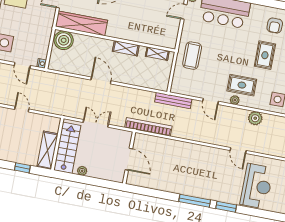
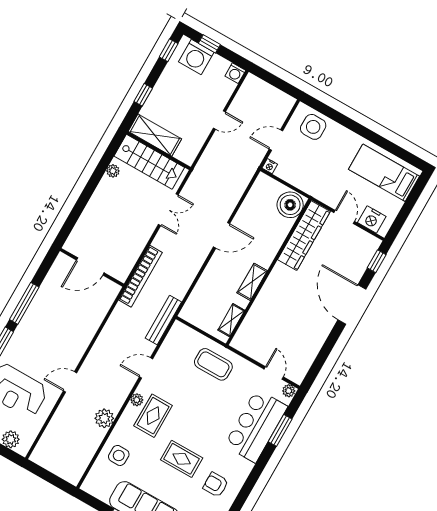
wall: (129, 158) -> (92, 267), moved
door: (129, 159) -> (90, 266), moved

